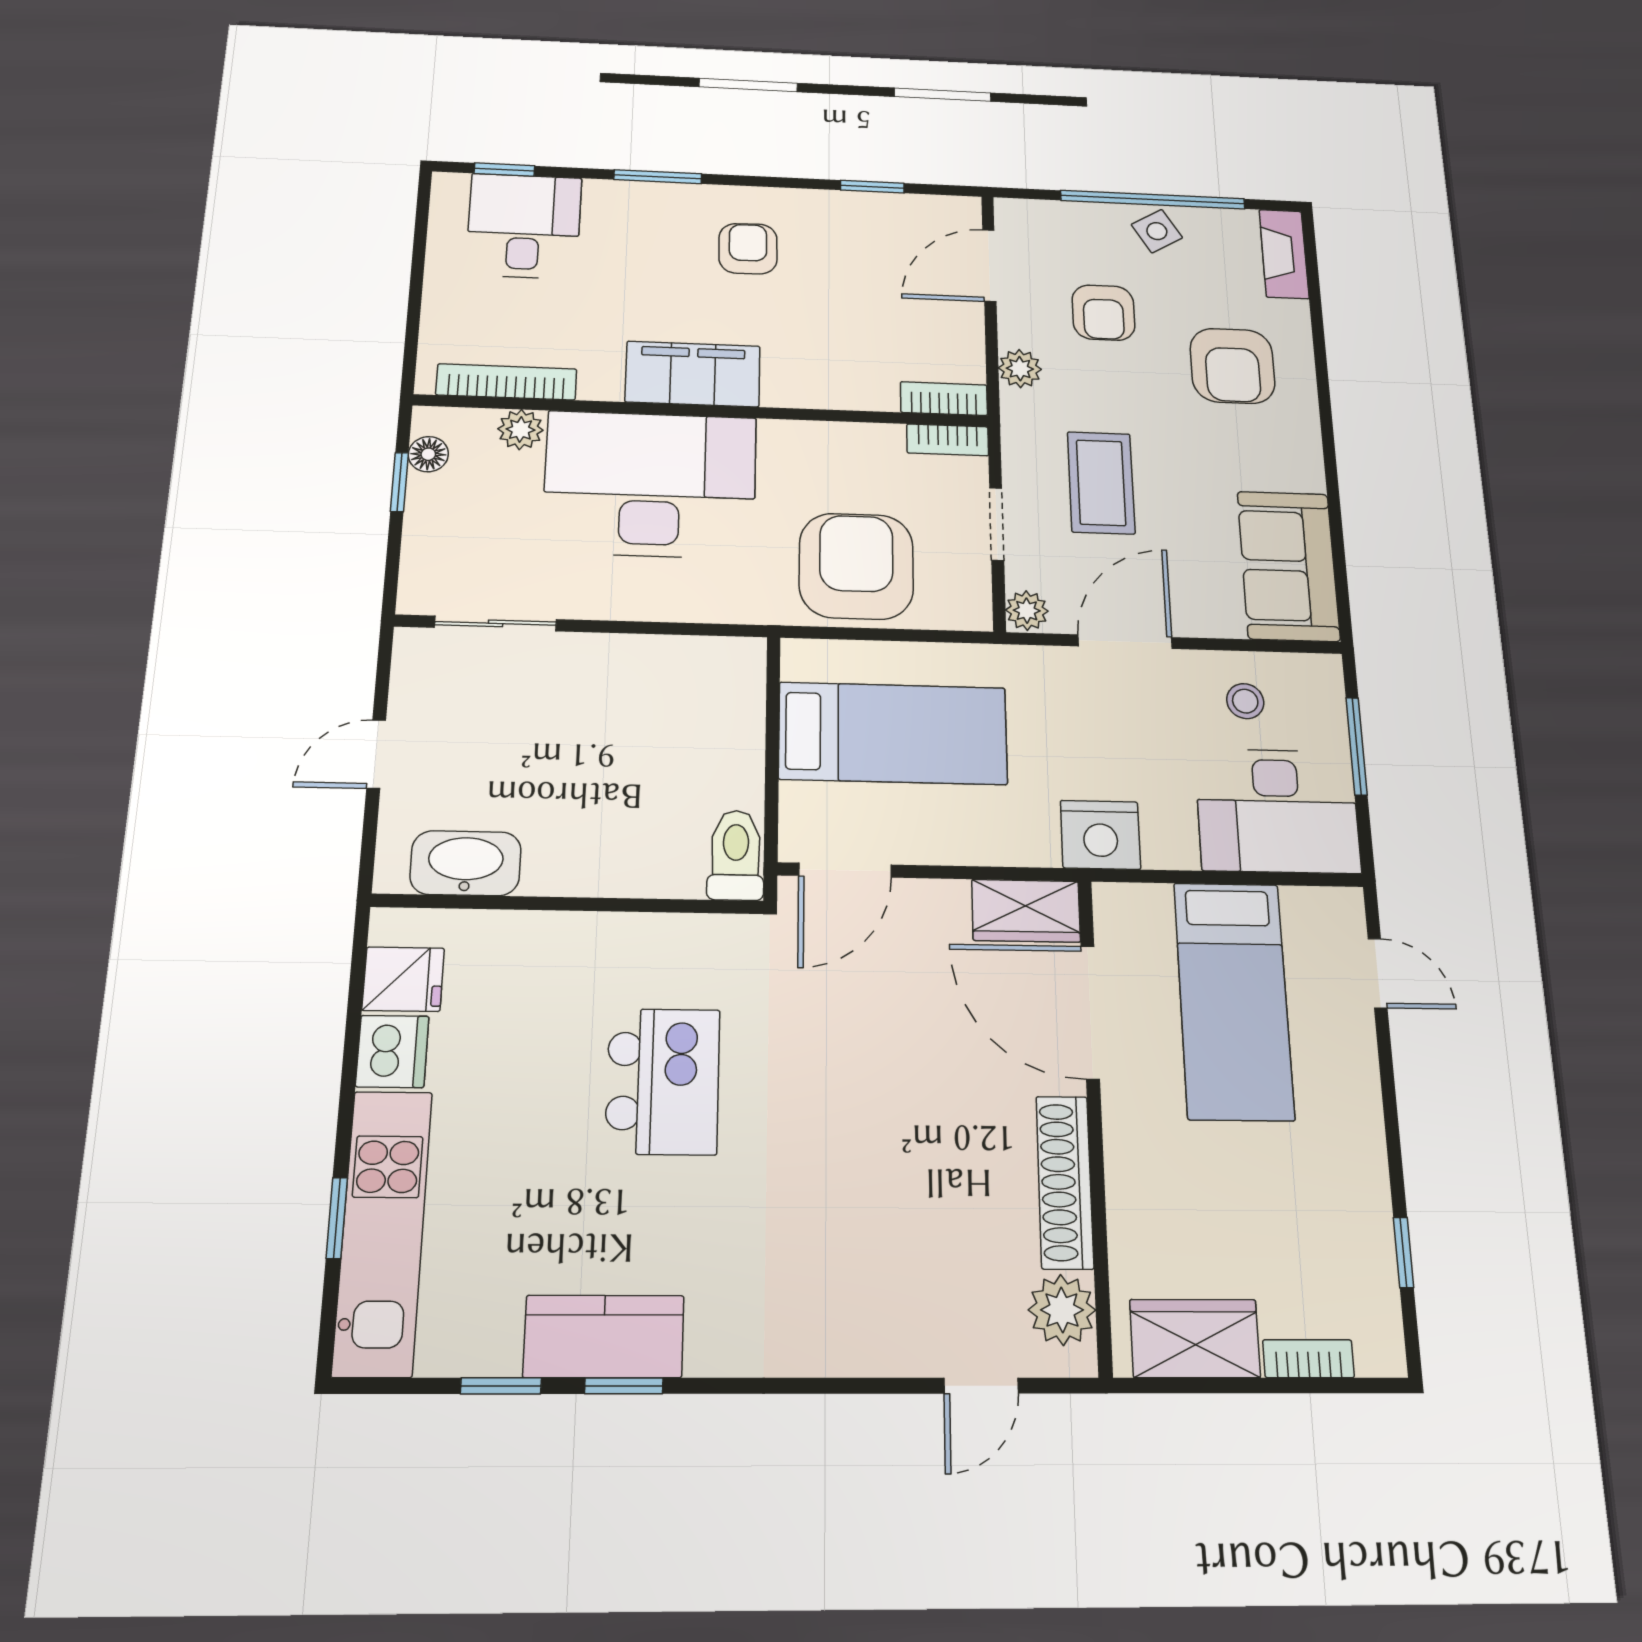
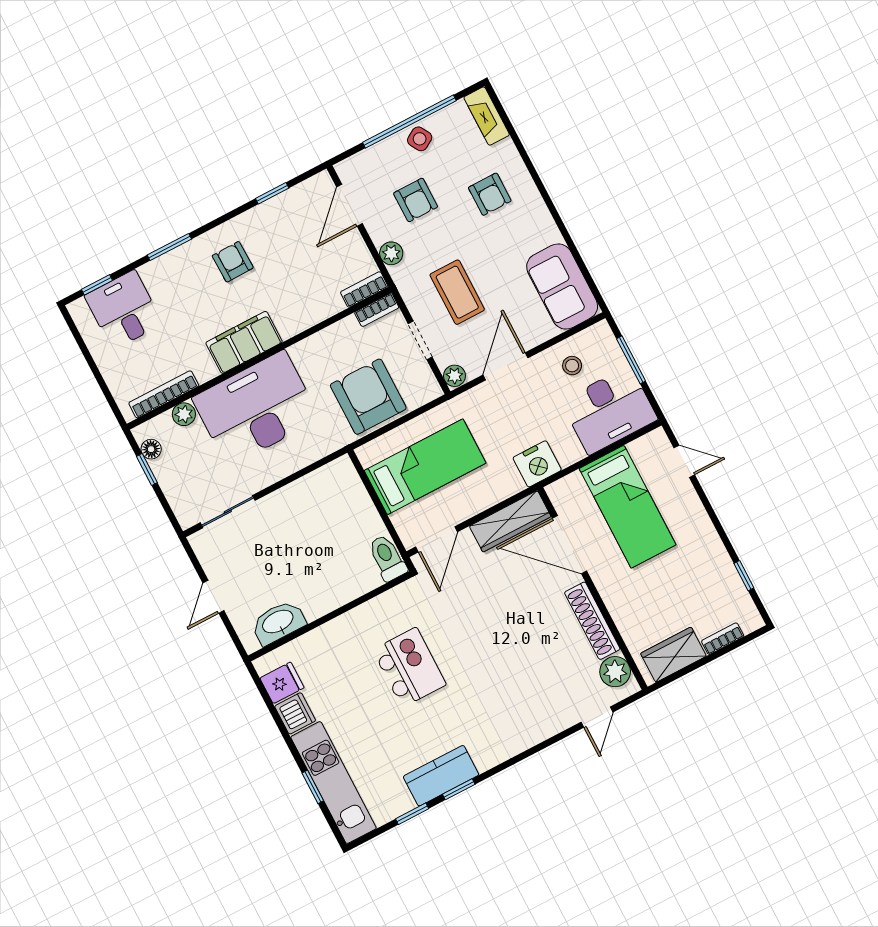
armchair: (1232, 366) -> (490, 194), width x0.72, depth x0.72
wardrobe: (1026, 911) -> (510, 521), width x1.50

